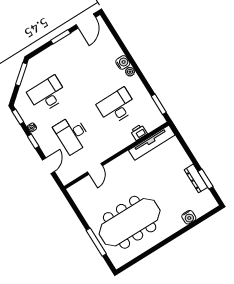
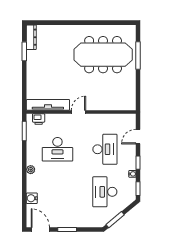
door: (86, 21) -> (40, 230), hinge flipped
water cooler: (123, 62) -> (32, 198), moved
desk: (47, 94) -> (105, 192), turned 90
printer: (139, 132) -> (39, 119), moved
door: (95, 169) -> (79, 112), moved
dresser: (196, 178) -> (31, 37), moved
water cooler: (189, 217) -> (55, 30), removed

